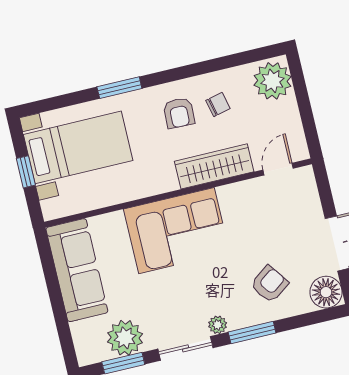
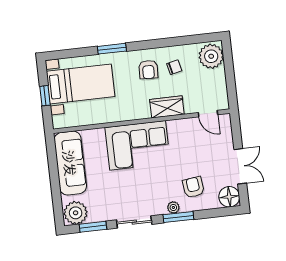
wardrobe: (214, 166) -> (167, 107), width x0.67
door: (278, 169) -> (208, 114), swing flipped
armchair: (269, 284) -> (193, 187), turned -61
plant: (218, 325) -> (173, 207), moved
plant: (125, 338) -> (76, 213), moved

